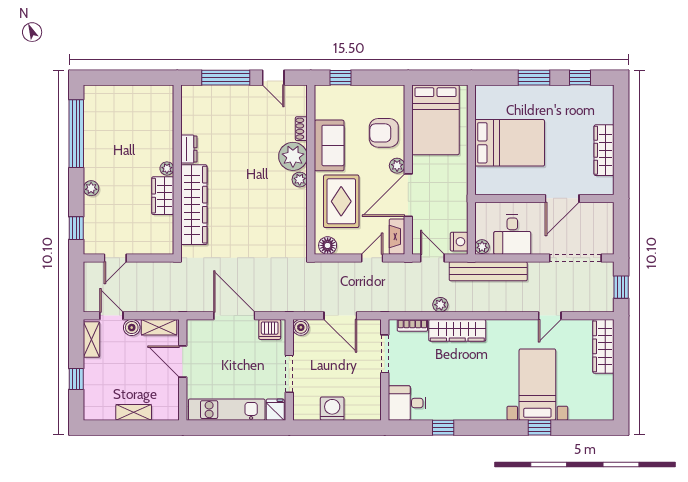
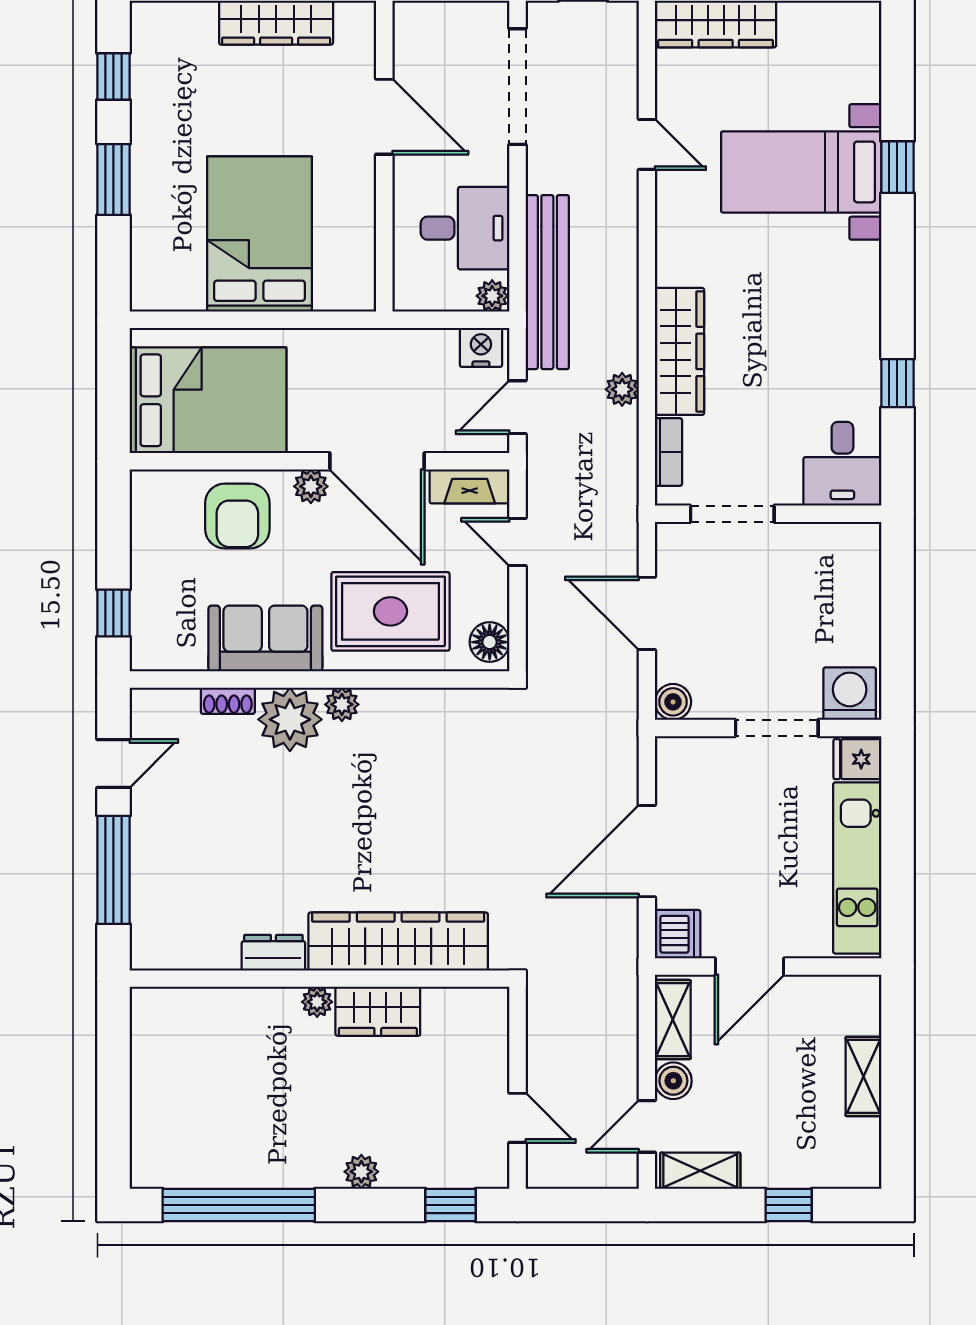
door: (340, 316) -> (647, 613), swing flipped
dishwasher: (270, 329) -> (678, 934), moved
washing machine: (332, 409) -> (850, 694), moved, turned 90

